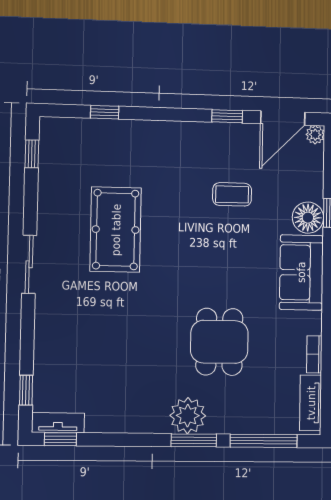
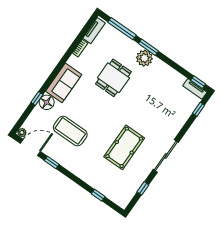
window: (32, 154) -> (143, 188), moved
coffee table: (232, 194) -> (70, 131), width x1.86, depth x1.72
sliding door: (29, 264) -> (166, 156), width x1.37

